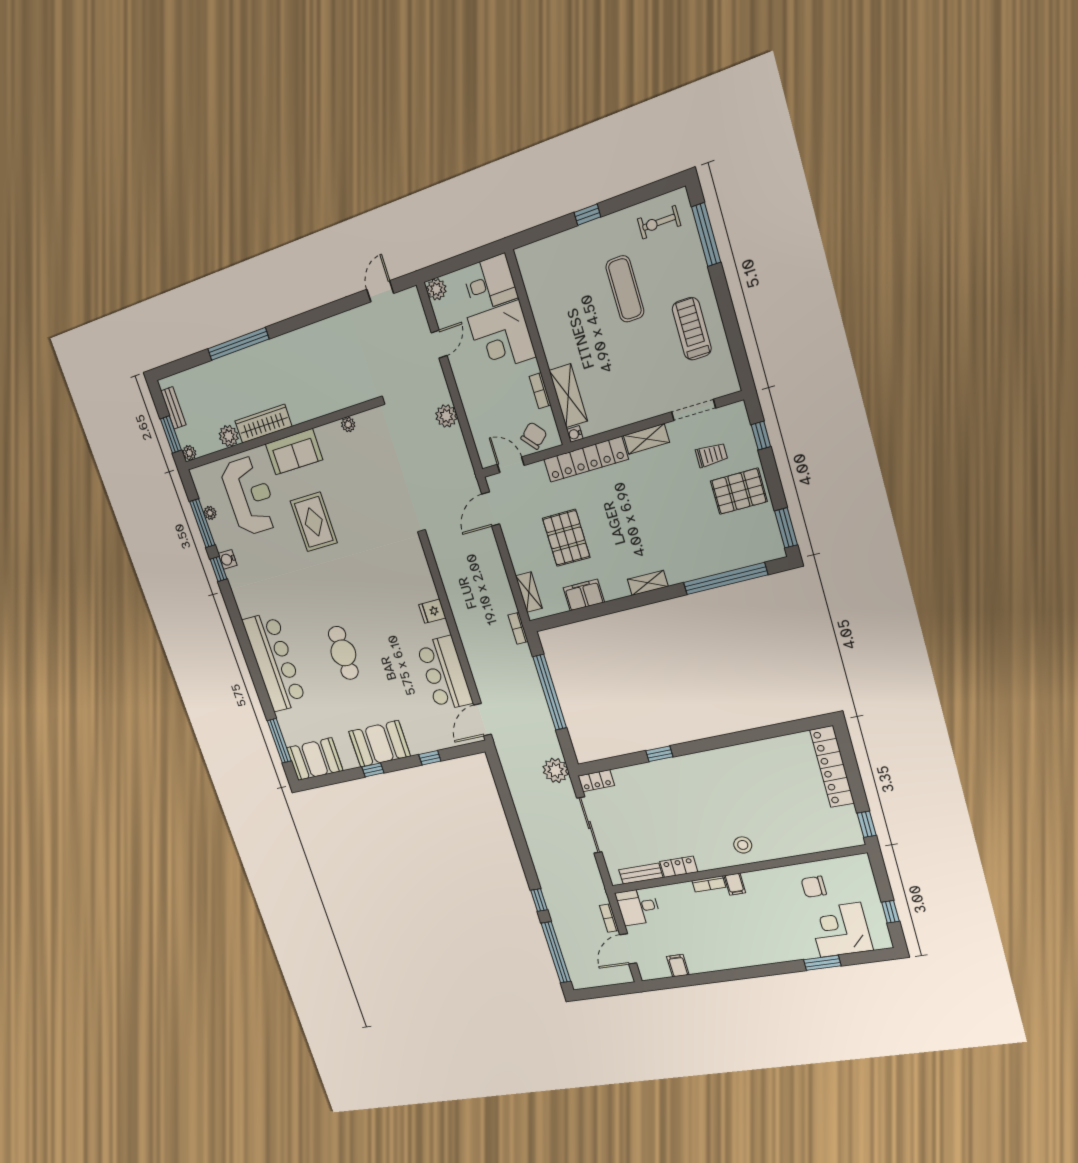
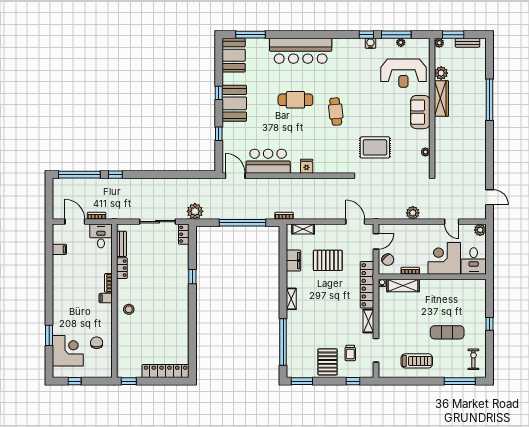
rug: (314, 522) -> (375, 147), moved
cafe table: (339, 586) -> (336, 112), added

